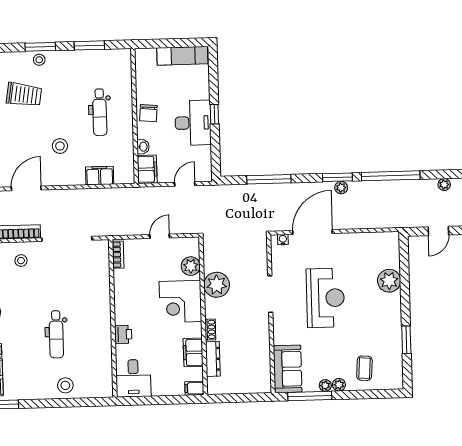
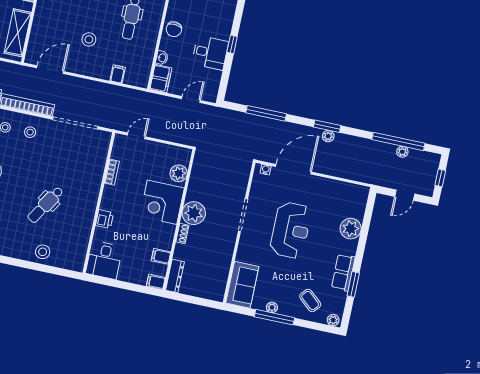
desk: (193, 123) -> (210, 53), width x0.73
filing cabinet: (100, 176) -> (118, 74), width x0.50
window: (391, 176) -> (398, 141), moved
plant: (444, 185) -> (402, 152), moved
door: (160, 236) -> (136, 136), moved
bookcase: (118, 255) -> (112, 172), moved
plant: (217, 285) -> (194, 213), moved
row of seats: (393, 330) -> (343, 272), added
dental chair: (56, 334) -> (45, 205), turned 32
filing cabinet: (193, 352) -> (161, 256), width x0.50
dresser: (213, 359) -> (175, 276), moved
coffee table: (364, 368) -> (310, 300), turned -53
plant: (339, 385) -> (333, 320), moved
window: (310, 396) -> (274, 317), moved

